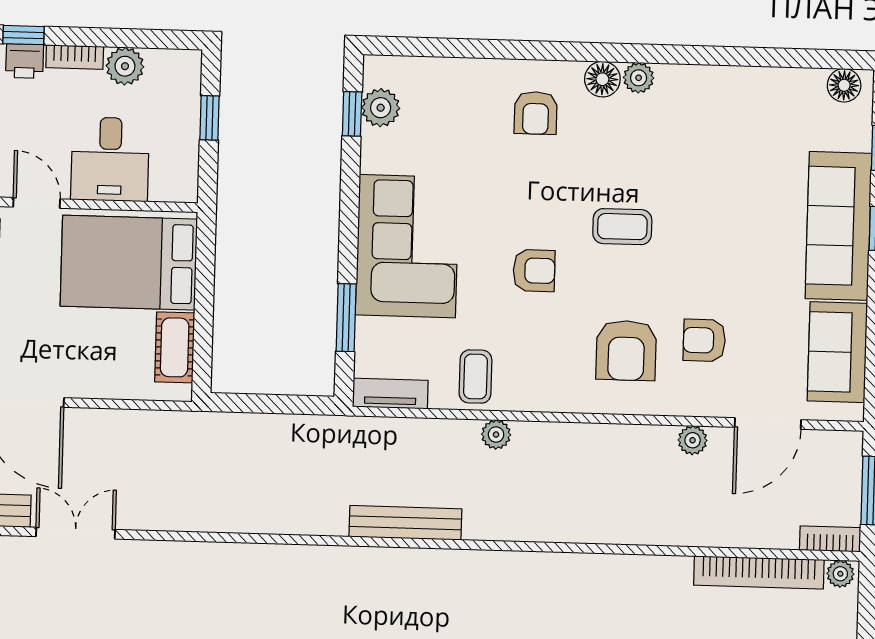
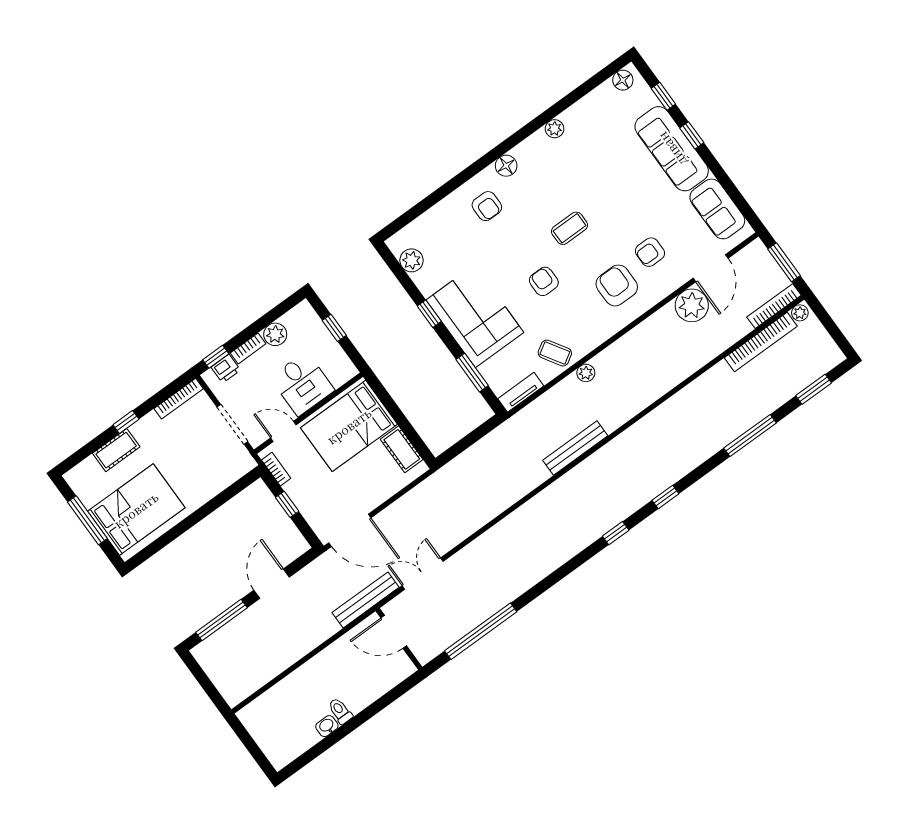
plant: (639, 78) -> (555, 129), moved
window: (352, 114) -> (429, 314), moved
armchair: (534, 271) -> (544, 281), turned -90
armchair: (626, 350) -> (617, 285), turned 180
coffee table: (475, 377) -> (555, 353), turned -32
plant: (693, 440) -> (692, 305), width x1.88, depth x1.88
bookcase: (830, 539) -> (774, 306), width x1.56

